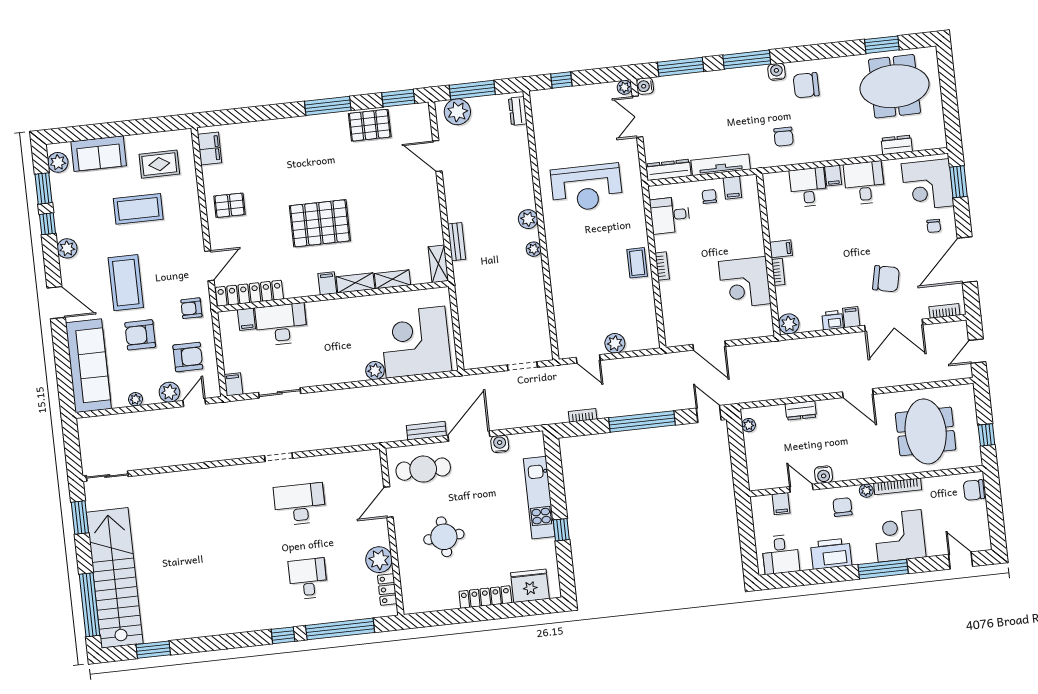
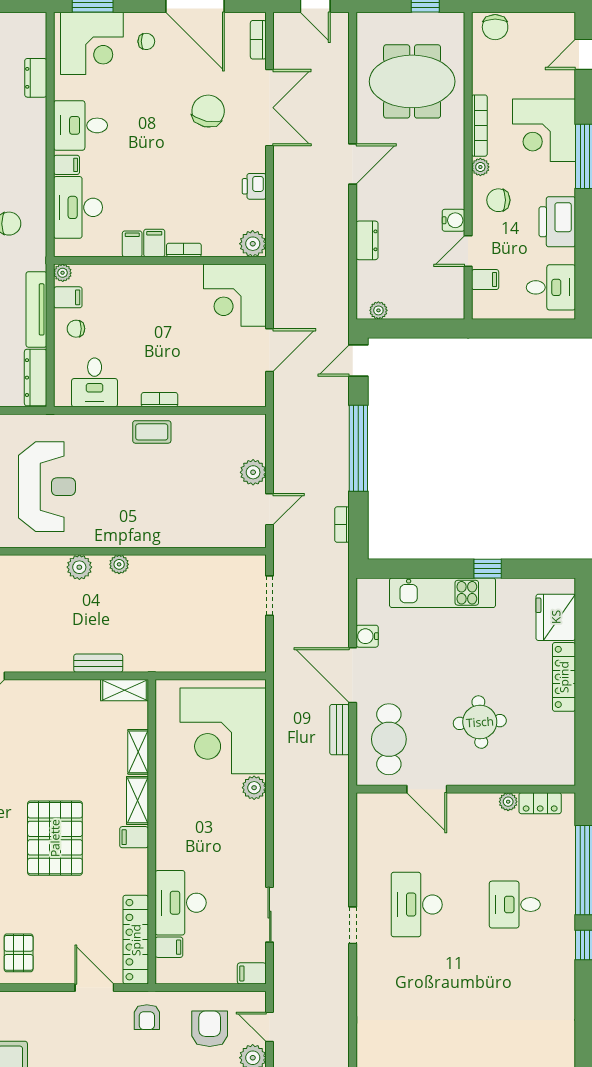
plant: (751, 182) -> (63, 273), added
desk: (808, 187) -> (78, 207), width x1.37
corner desk: (745, 283) -> (235, 295), moved, turned 90
filing cabinet: (851, 317) -> (132, 244), moved, turned 90
plant: (379, 560) -> (508, 802), width x0.53, depth x0.53

